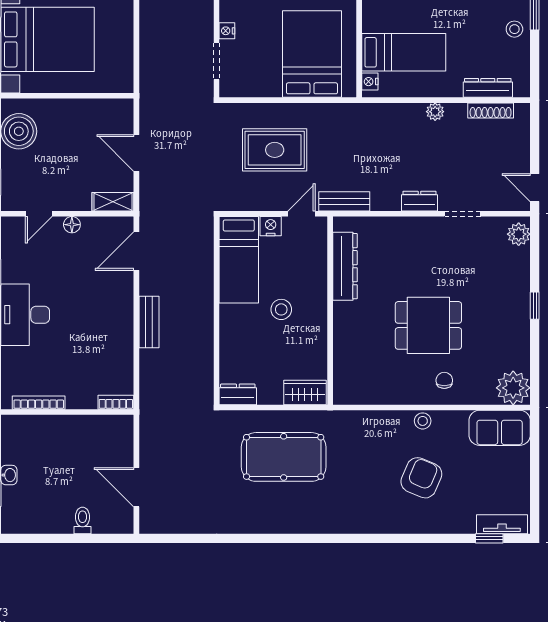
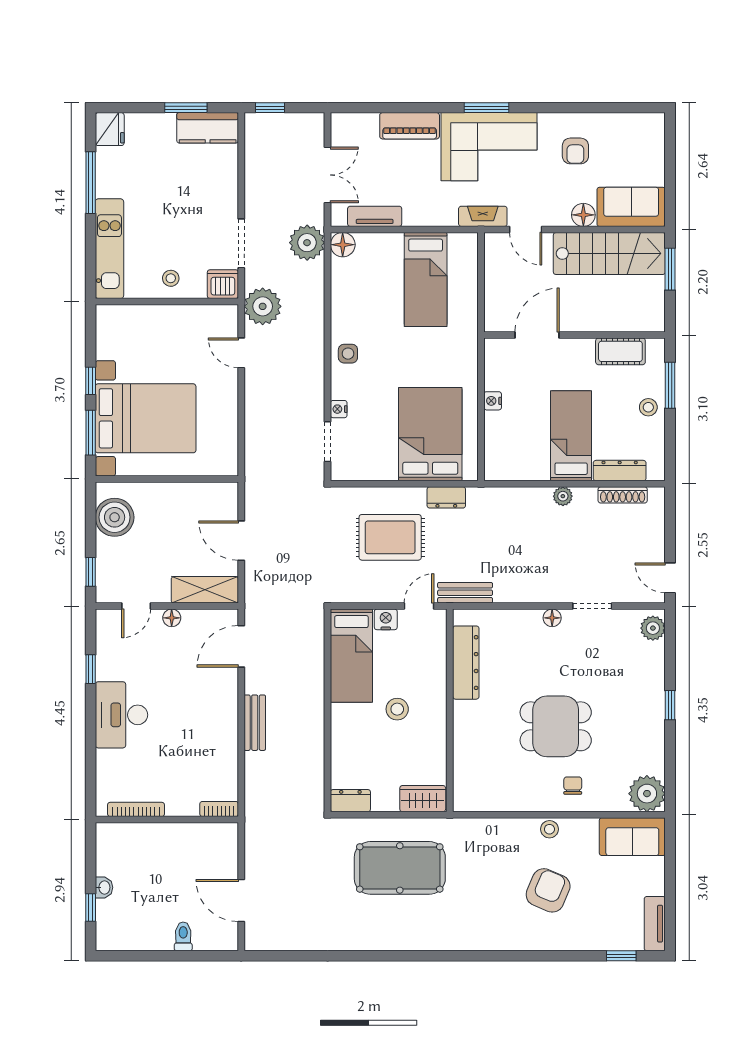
bed: (404, 52) -> (571, 436), moved, turned -90
nightstand: (370, 82) -> (493, 401), moved
dresser: (419, 201) -> (446, 497), moved, turned 180
shelving: (113, 202) -> (205, 590), width x1.50, depth x1.33
floor lamp: (425, 225) -> (552, 618), added
tv unit: (502, 524) -> (655, 924), moved, turned -90

